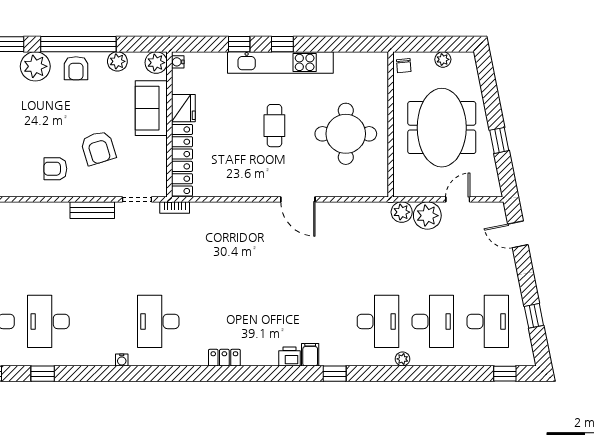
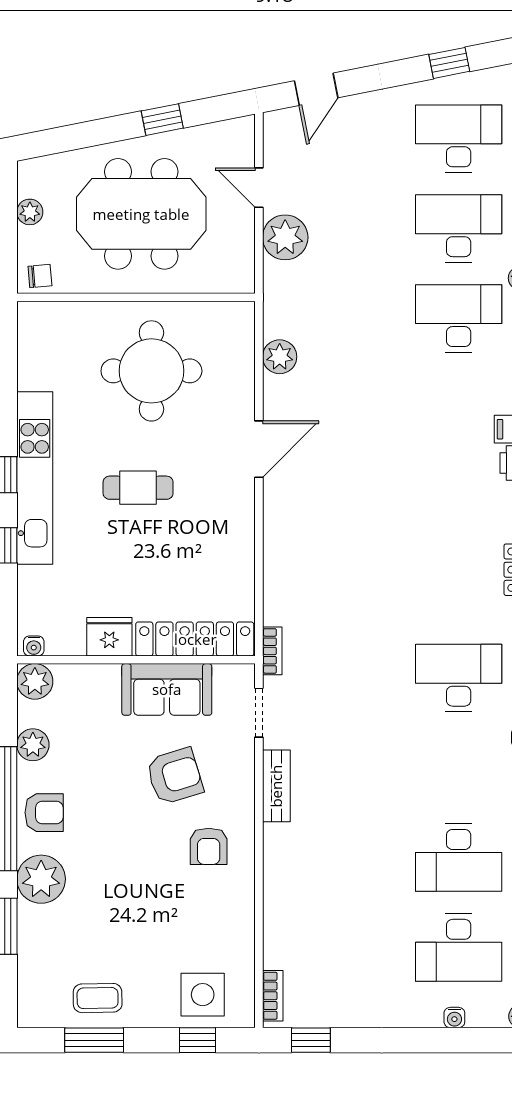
sofa: (151, 108) -> (167, 689), moved
plant: (402, 212) -> (280, 357), moved
desk: (158, 321) -> (459, 678), turned 180

